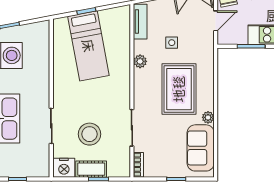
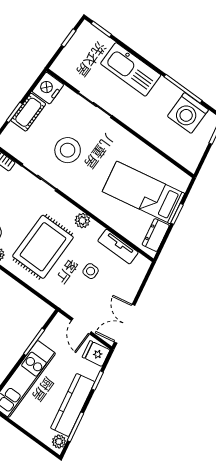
dresser: (112, 15) -> (156, 235), added
tv unit: (140, 22) -> (118, 247), moved
plant: (140, 61) -> (82, 221), moved
rug: (179, 89) -> (43, 247), turned 90
stool: (90, 134) -> (68, 150), moved

